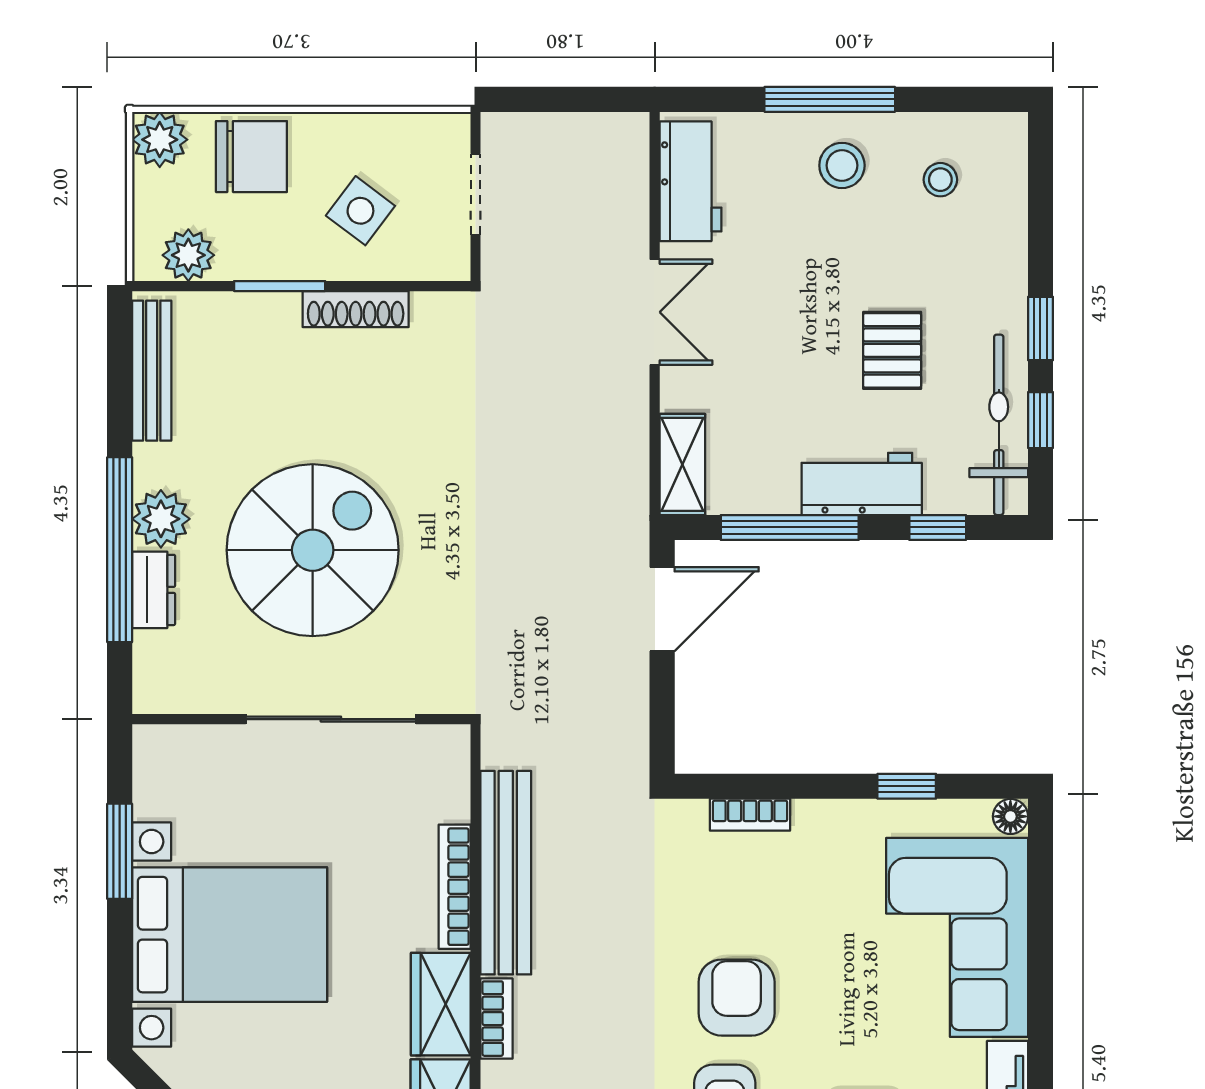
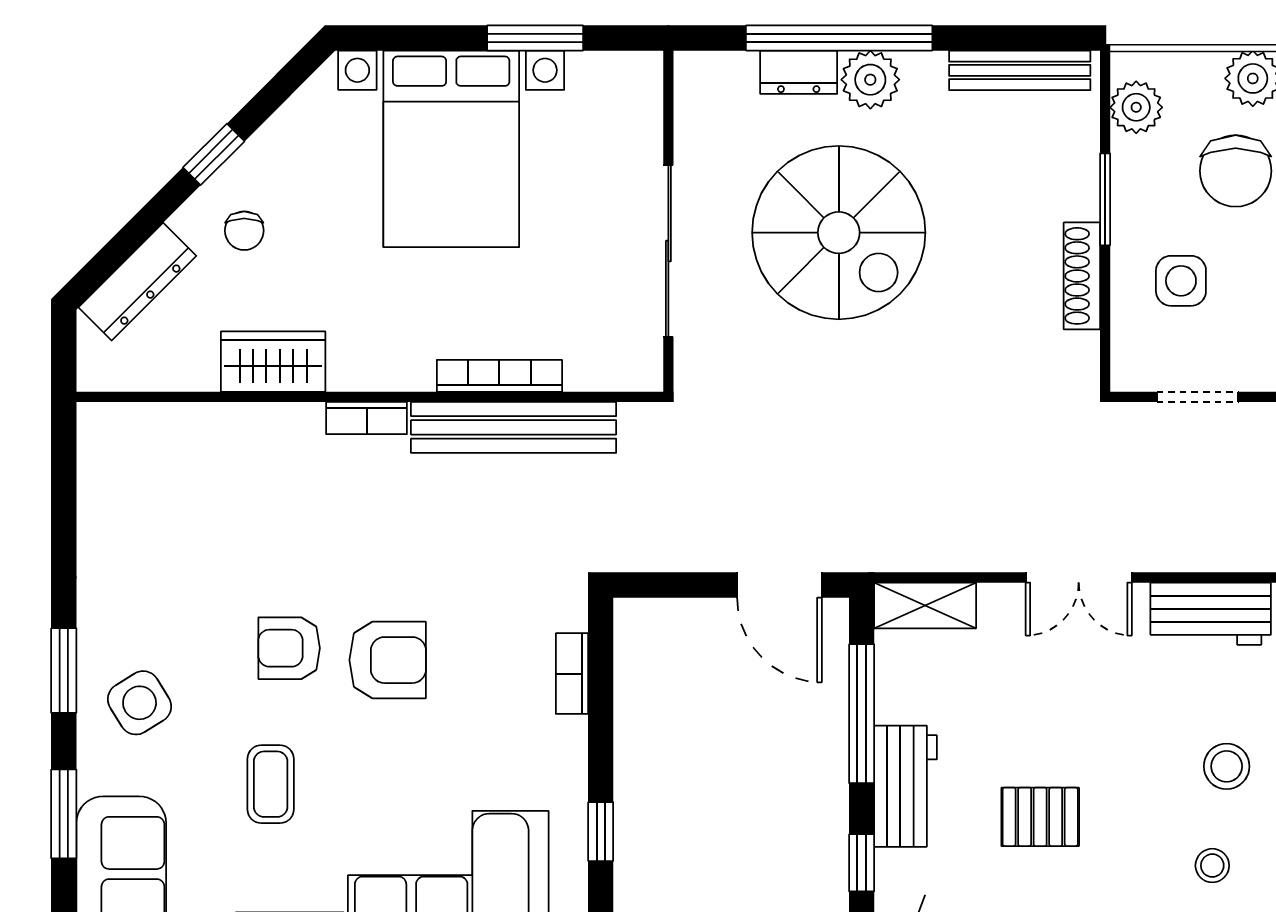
side table: (360, 211) -> (1181, 281), turned -37
wardrobe: (441, 1004) -> (381, 362), removed

